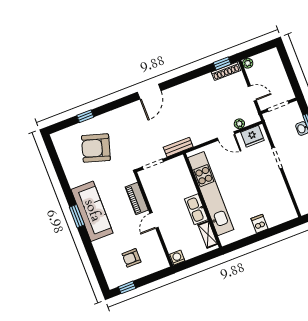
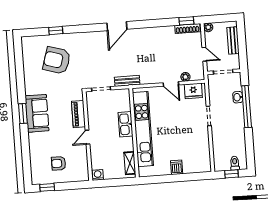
bench: (278, 69) -> (233, 40), added
kitchen sink: (196, 209) -> (125, 124), moved
sofa: (92, 211) -> (37, 113), width x0.73

